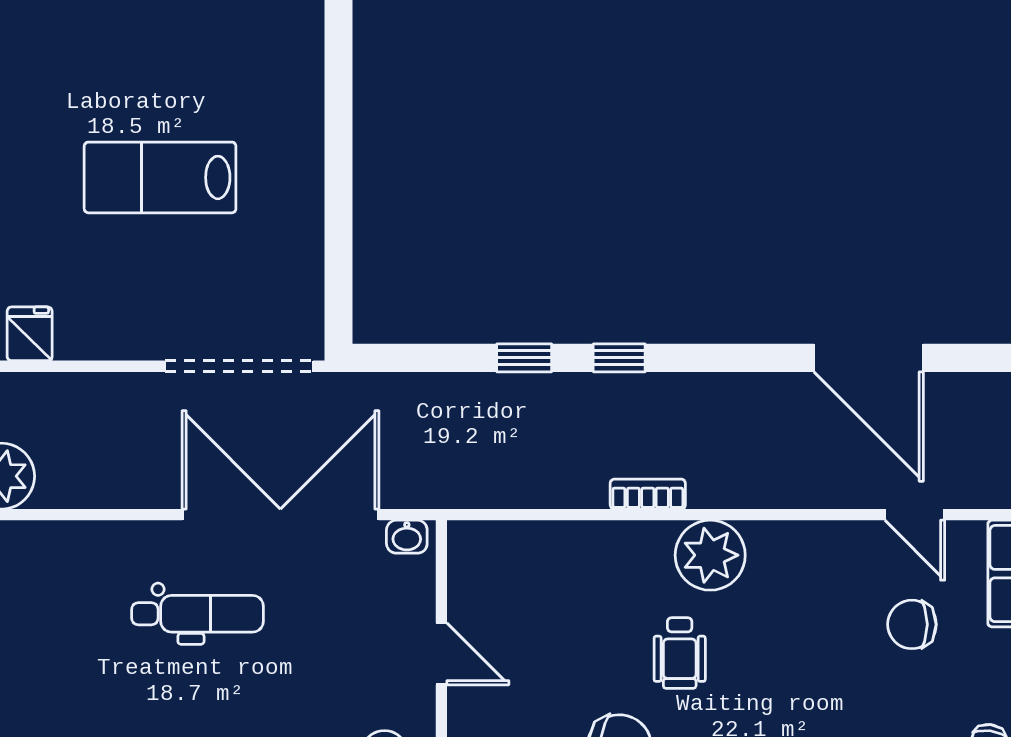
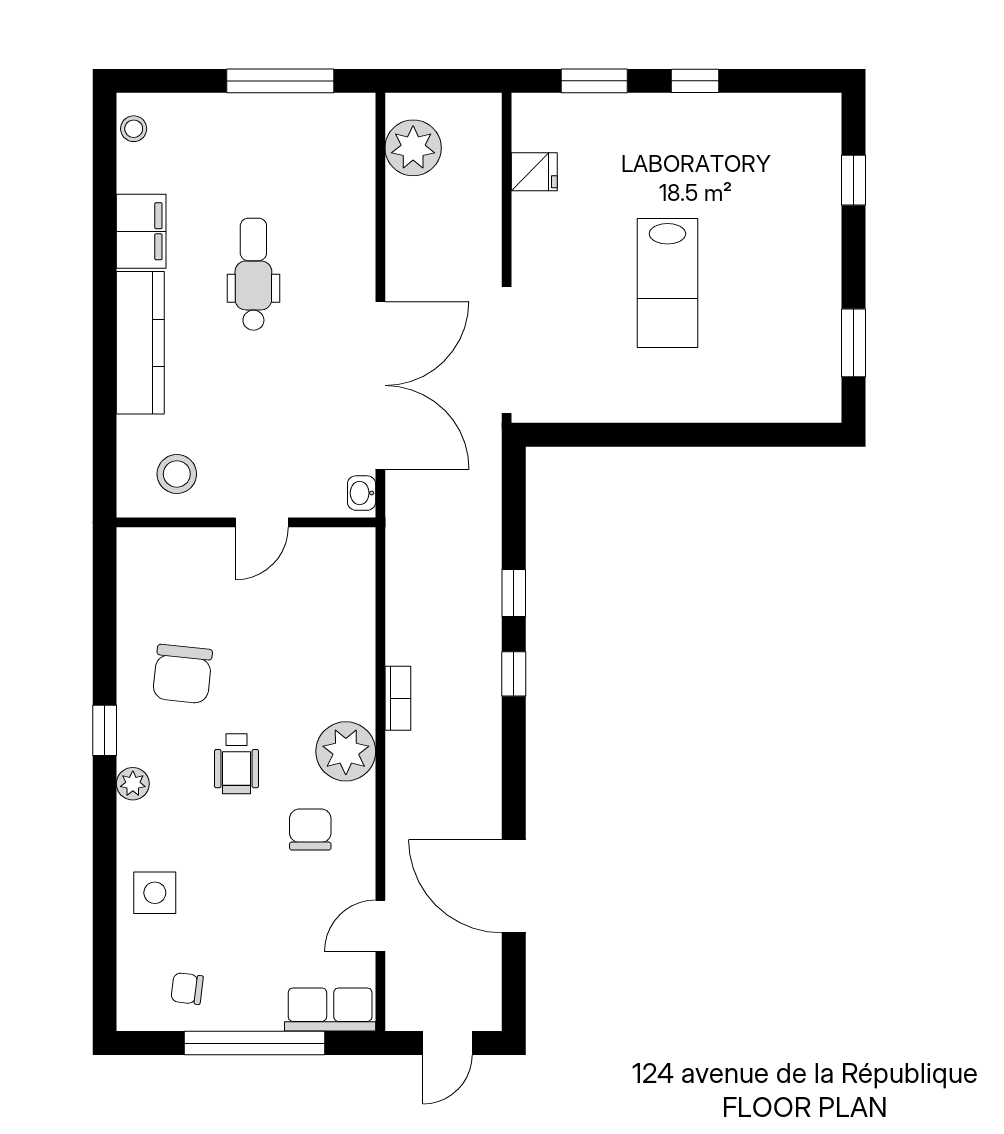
lab bench: (160, 177) -> (667, 283), turned 180
door: (869, 358) -> (514, 886), hinge flipped
dental chair: (198, 614) -> (253, 274), moved, turned 180
chair: (912, 624) -> (310, 829), moved
wheelchair: (680, 653) -> (237, 764), moved, turned -90

